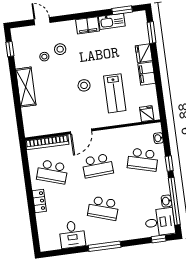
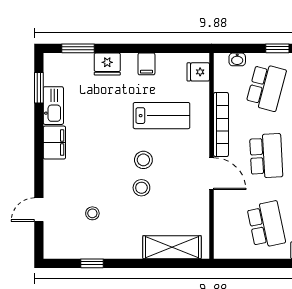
window: (10, 49) -> (92, 263), moved
stool: (60, 49) -> (141, 188), moved
filing cabinet: (147, 73) -> (146, 64), width x0.50
shelving: (26, 87) -> (172, 247), moved
bookcase: (47, 142) -> (221, 124), moved
school desk: (52, 172) -> (266, 225), turned -30

